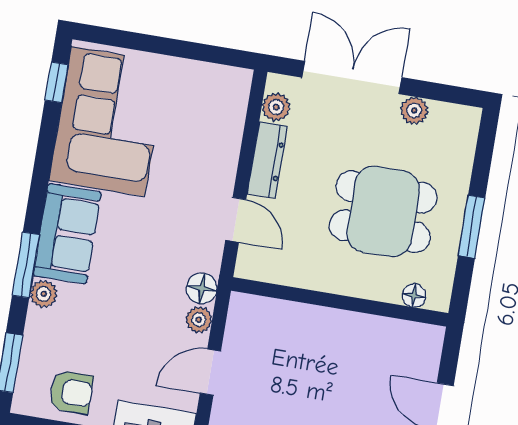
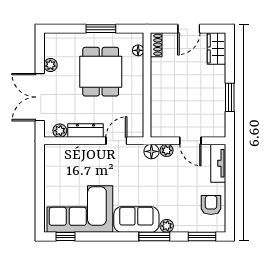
shoe rack: (419, 335) -> (156, 45), added

